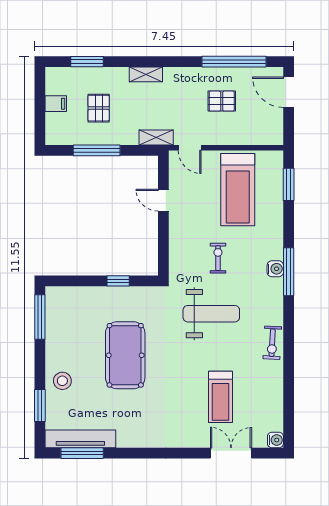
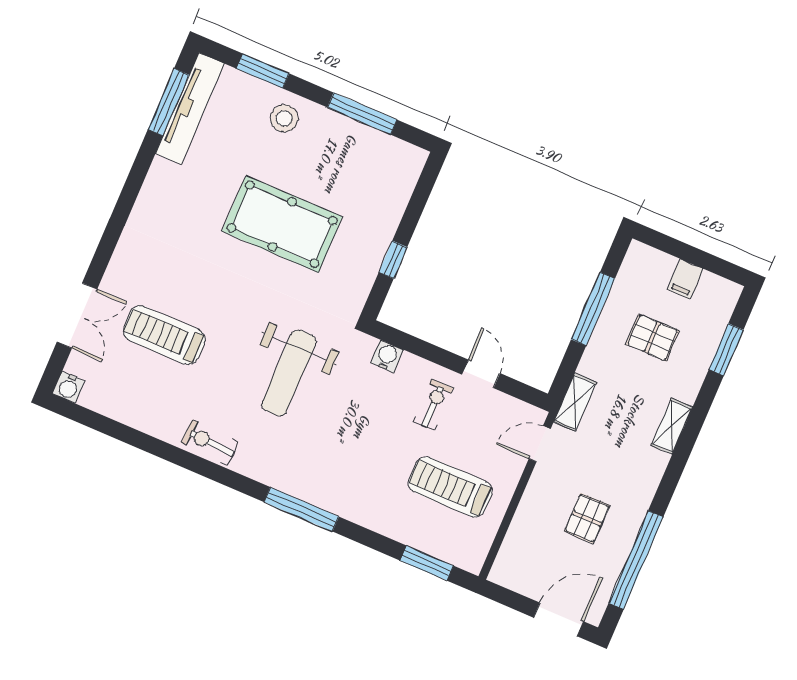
treadmill: (238, 190) -> (450, 487), width x0.73, depth x0.73
door: (163, 200) -> (481, 374), hinge flipped
exercise bike: (218, 258) -> (433, 405), moved, turned -90
water cooler: (275, 269) -> (387, 356), moved, turned 180
window: (40, 317) -> (362, 114), moved

